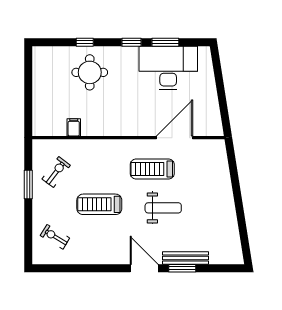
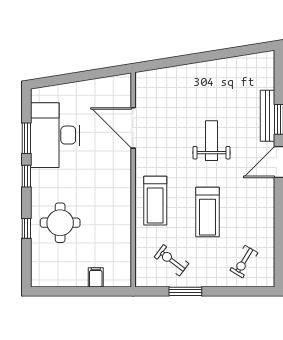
filing cabinet: (74, 127) -> (96, 277), moved, turned 90
treadmill: (152, 169) -> (155, 201), moved

